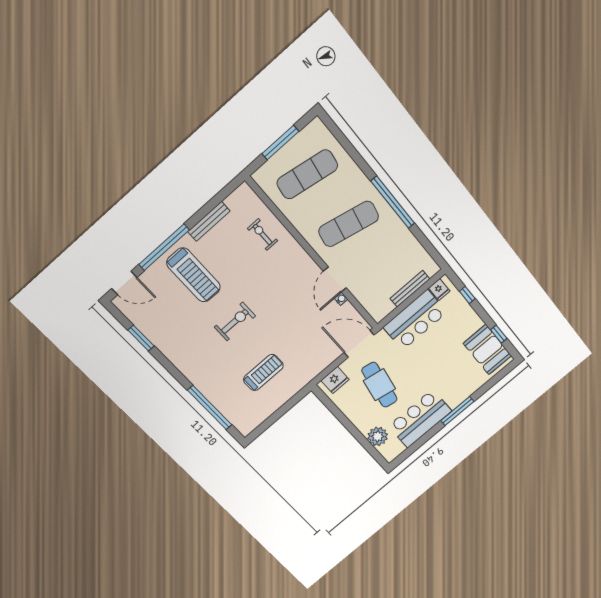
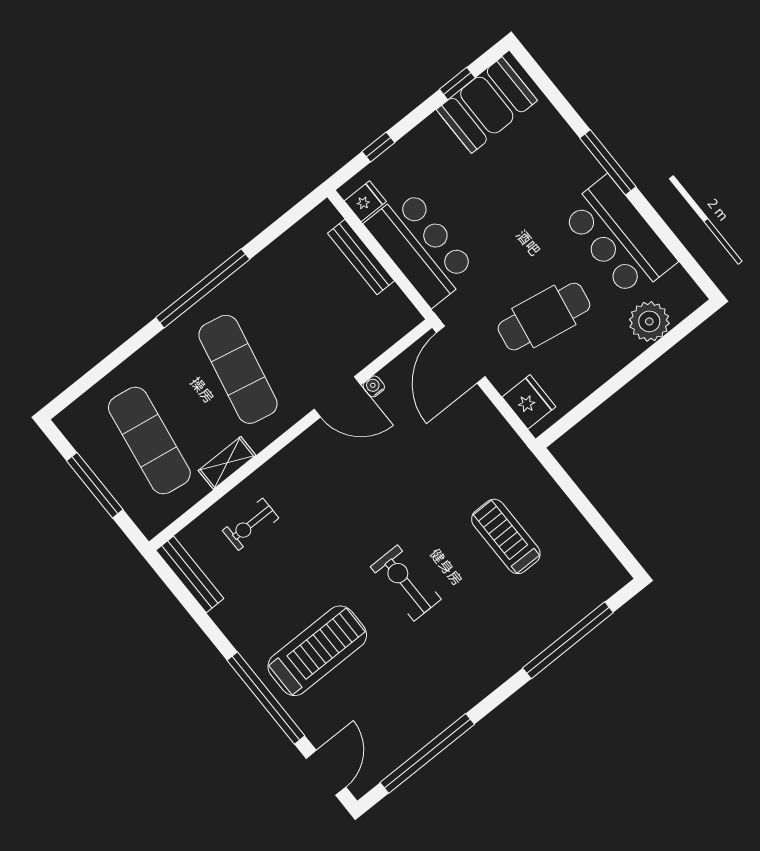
shelving: (296, 220) -> (227, 463), added
bench: (209, 221) -> (190, 574), moved
window: (141, 338) -> (427, 753), width x2.11

